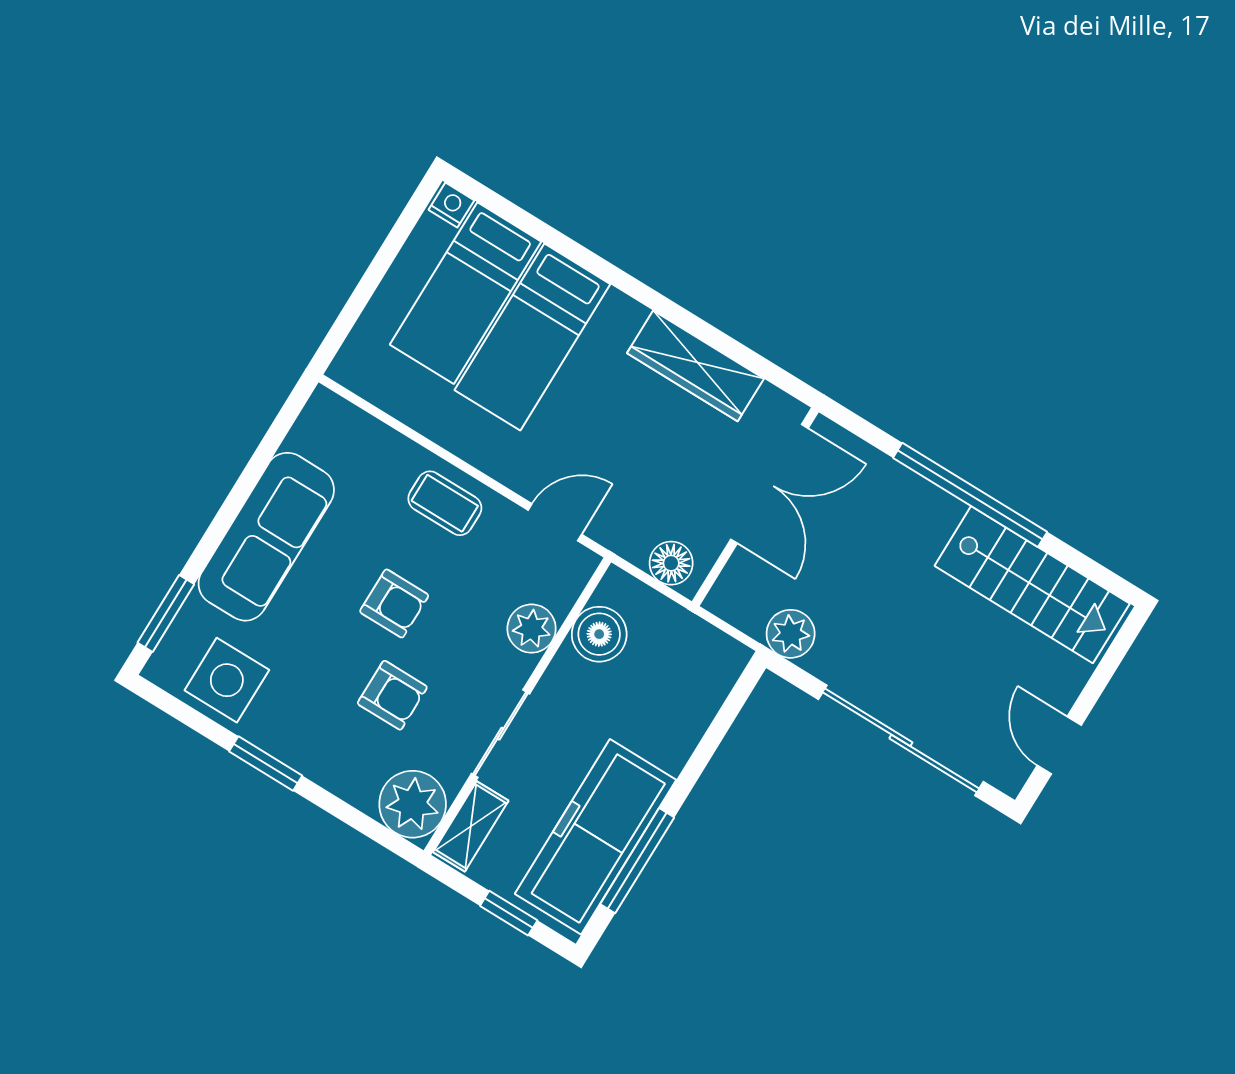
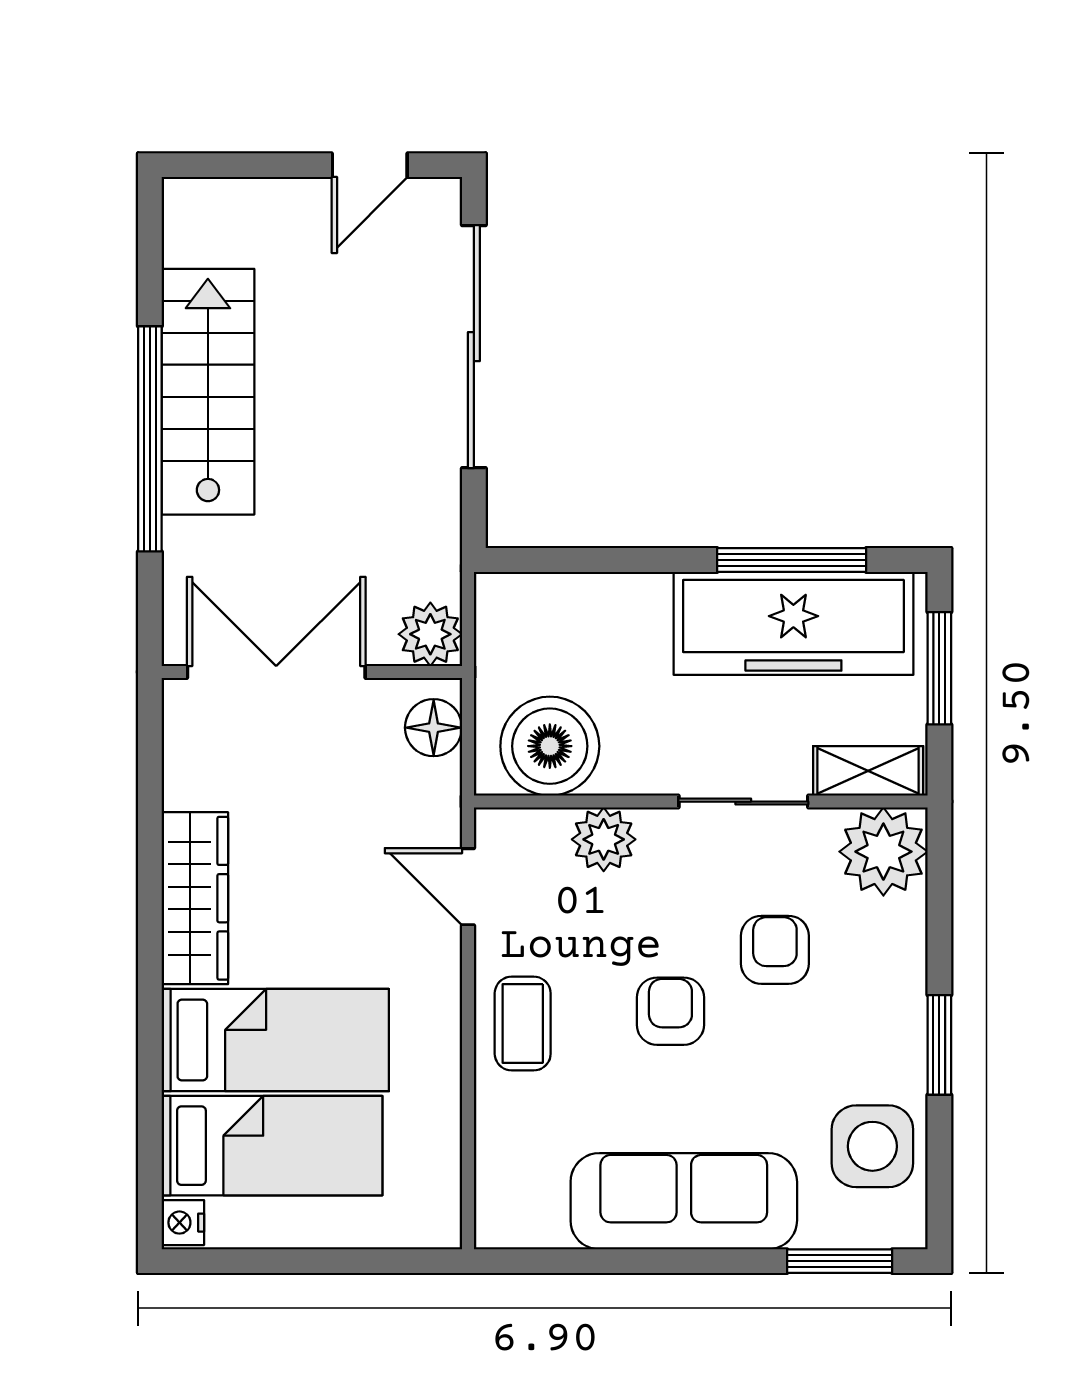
wardrobe: (695, 366) -> (195, 898), moved
stairs: (1032, 585) -> (208, 392), moved
boiler: (599, 634) -> (550, 746), width x1.37, depth x1.37
plant: (791, 634) -> (430, 634), moved
window: (509, 913) -> (939, 668), width x1.50

